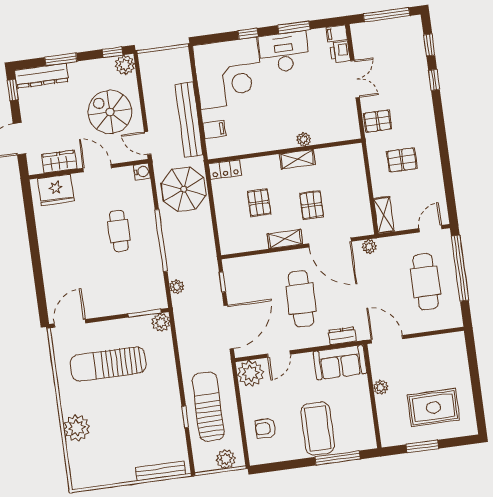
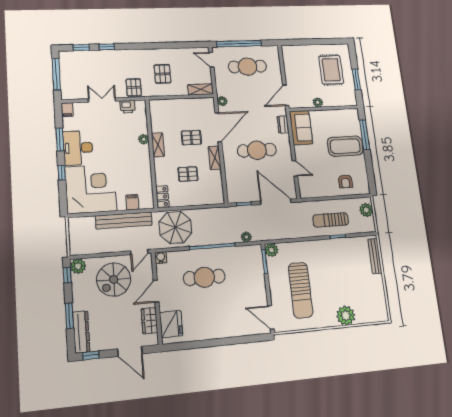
printer: (340, 52) -> (128, 107), moved
cafe table: (119, 231) -> (204, 277), width x1.37, depth x1.35
plant: (251, 373) -> (308, 189), removed
sun lounger: (208, 407) -> (331, 220), width x0.73, depth x0.75

